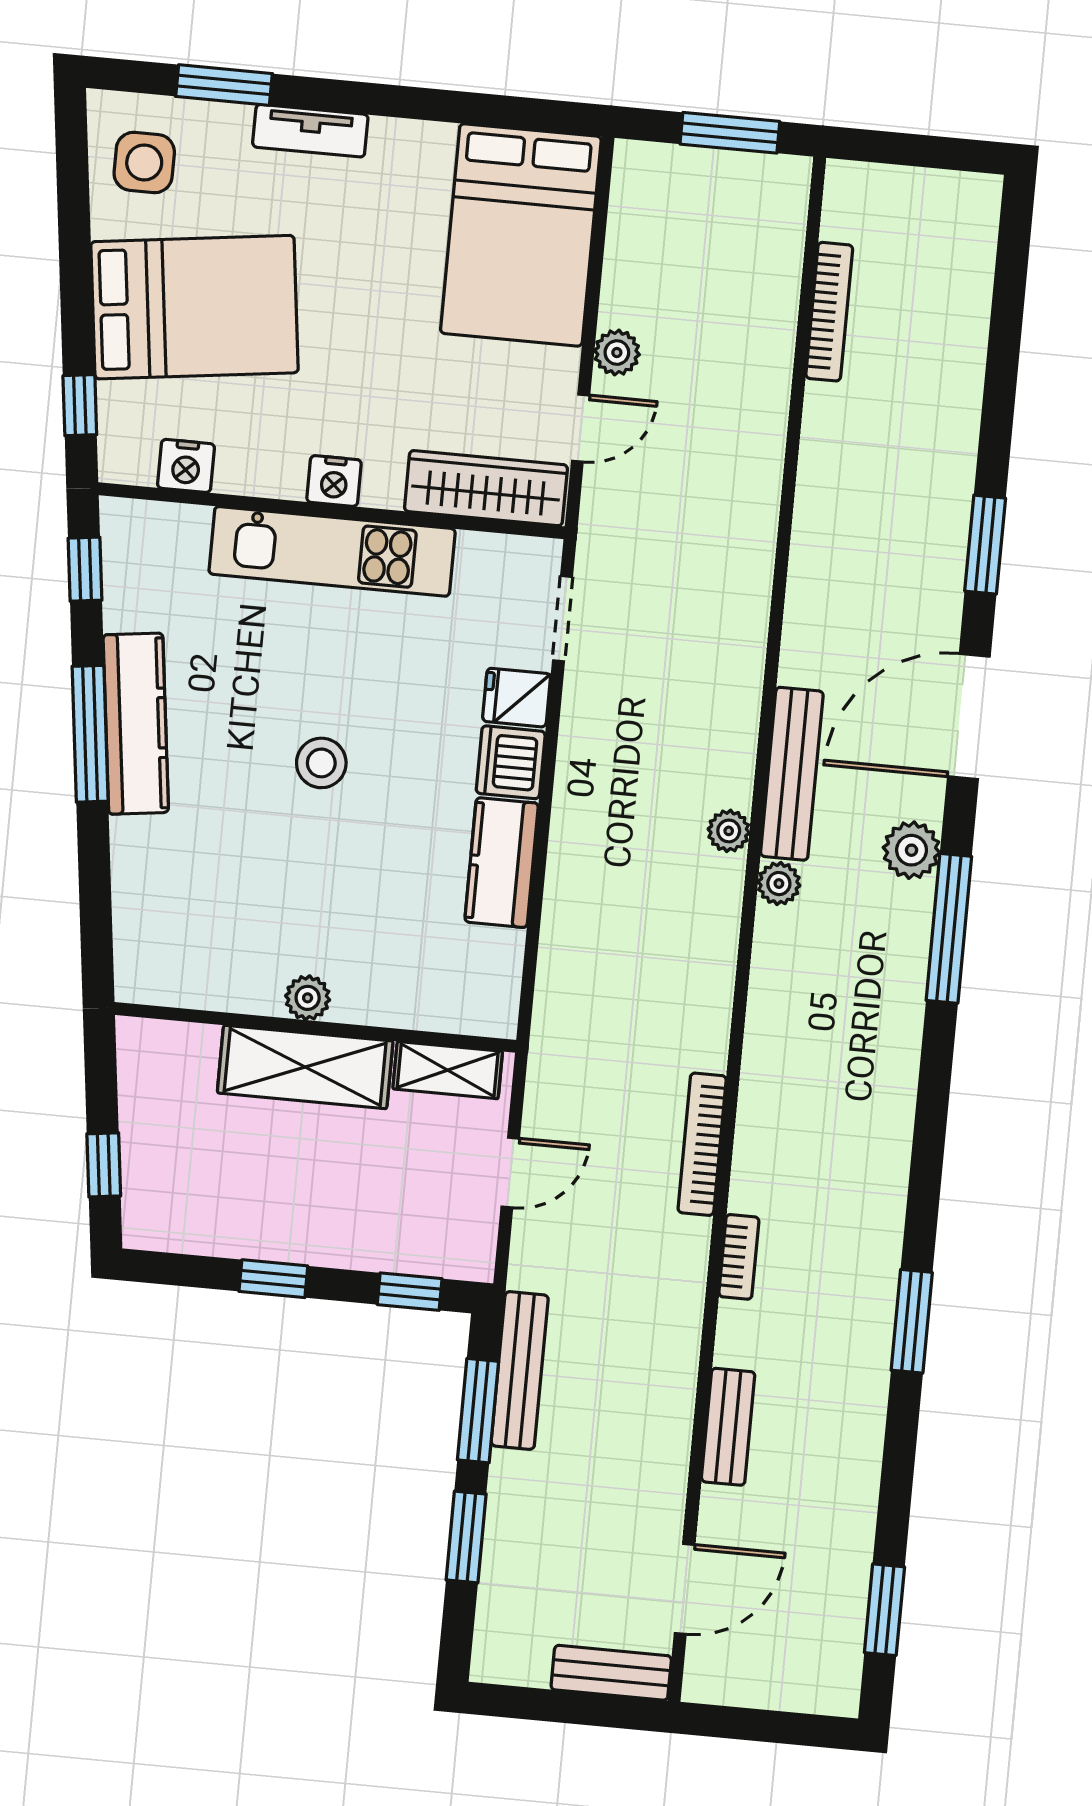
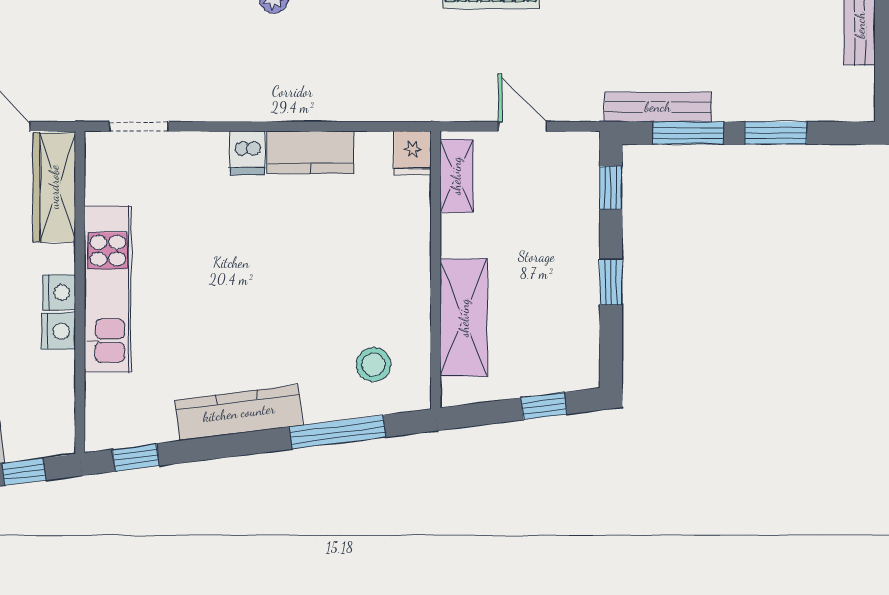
nightstand: (186, 466) -> (59, 331), moved
fridge: (517, 698) -> (413, 153), moved
window: (90, 734) -> (338, 432), moved
dishwasher: (511, 762) -> (247, 153), width x0.73
stool: (321, 763) -> (373, 365), moved
plant: (308, 998) -> (416, 277), removed
shelving: (305, 1067) -> (464, 318), moved

